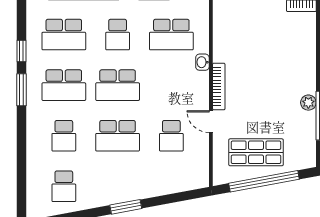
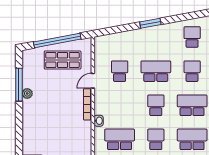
school desk: (118, 85) -> (156, 105), width x0.54
door: (211, 122) -> (93, 81), swing flipped

